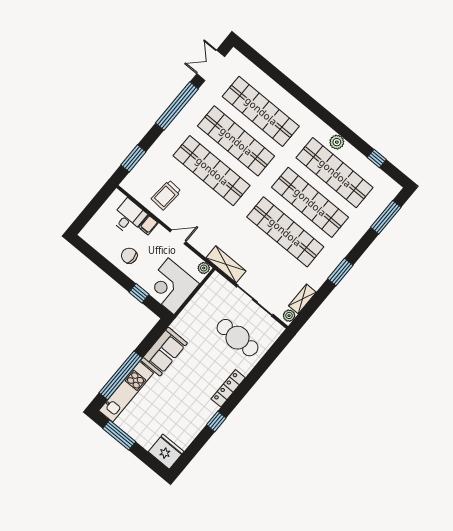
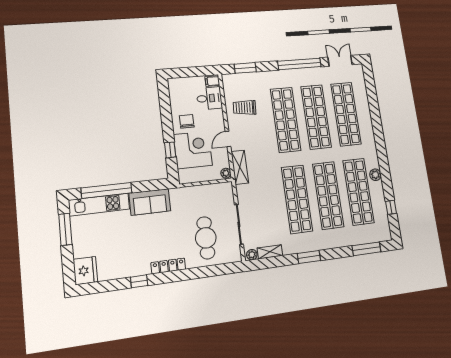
filing cabinet: (148, 225) -> (212, 81), moved
door: (178, 237) -> (228, 139), swing flipped
shelving: (226, 264) -> (240, 167), moved
corner desk: (171, 286) -> (193, 150), moved, turned 90

